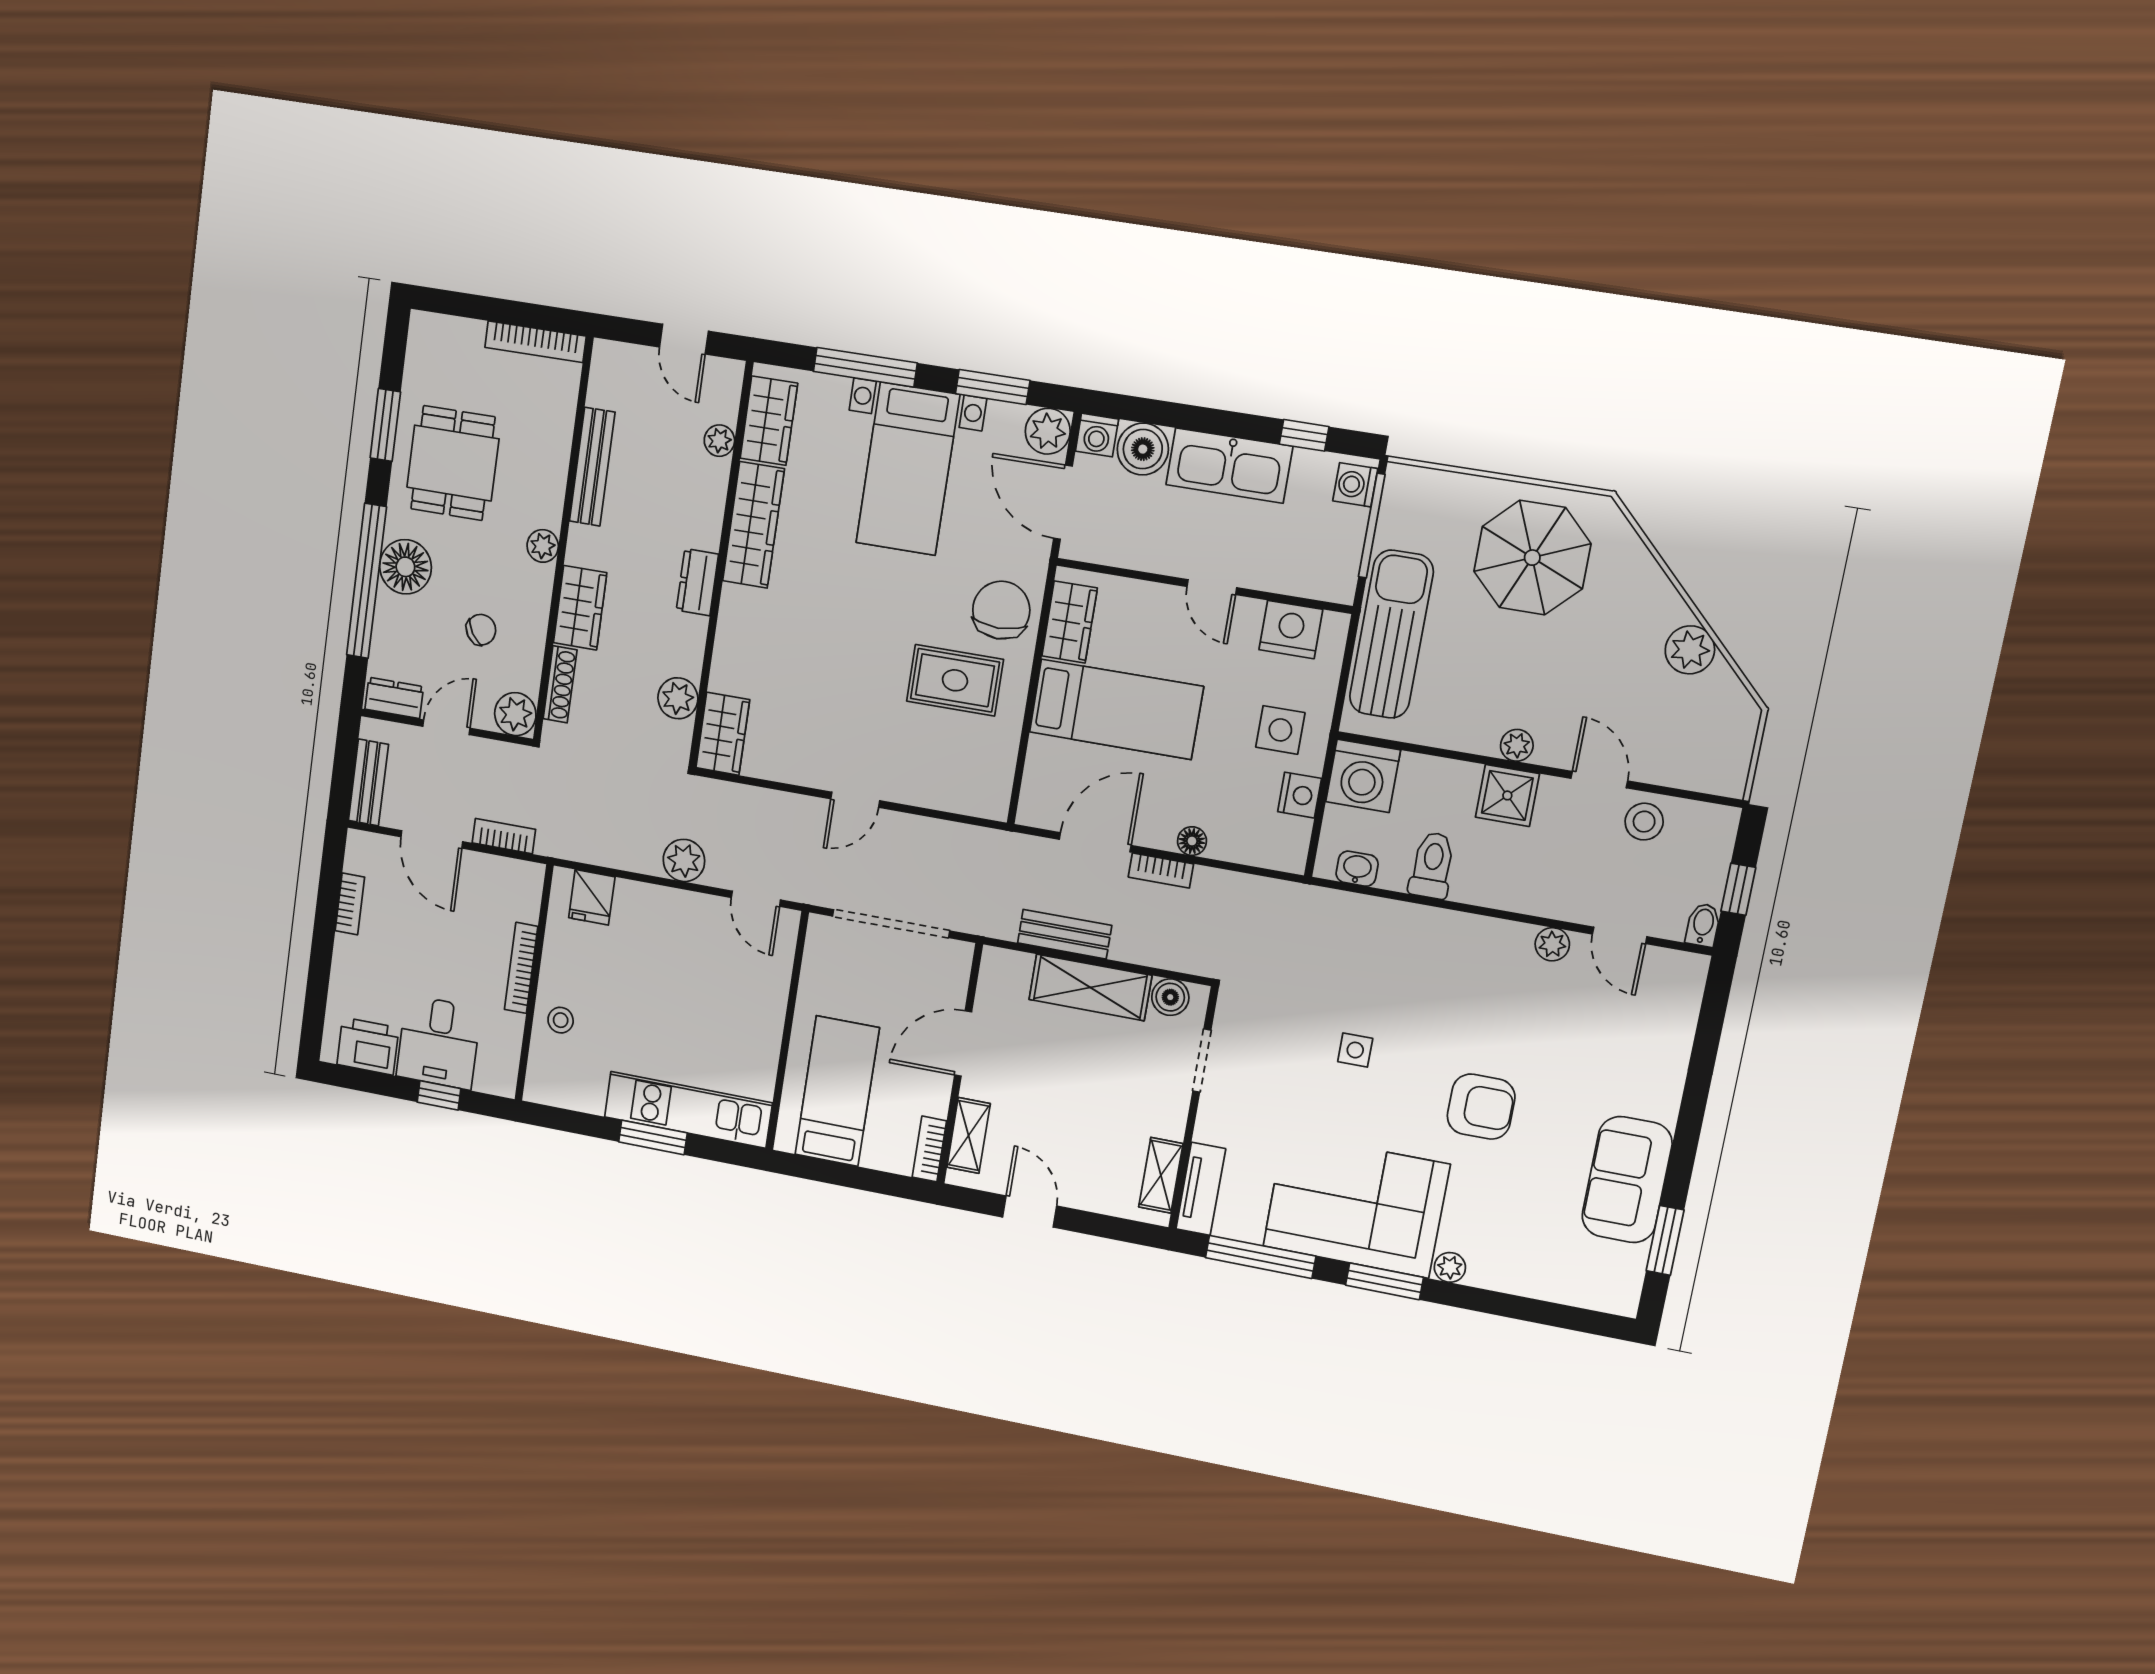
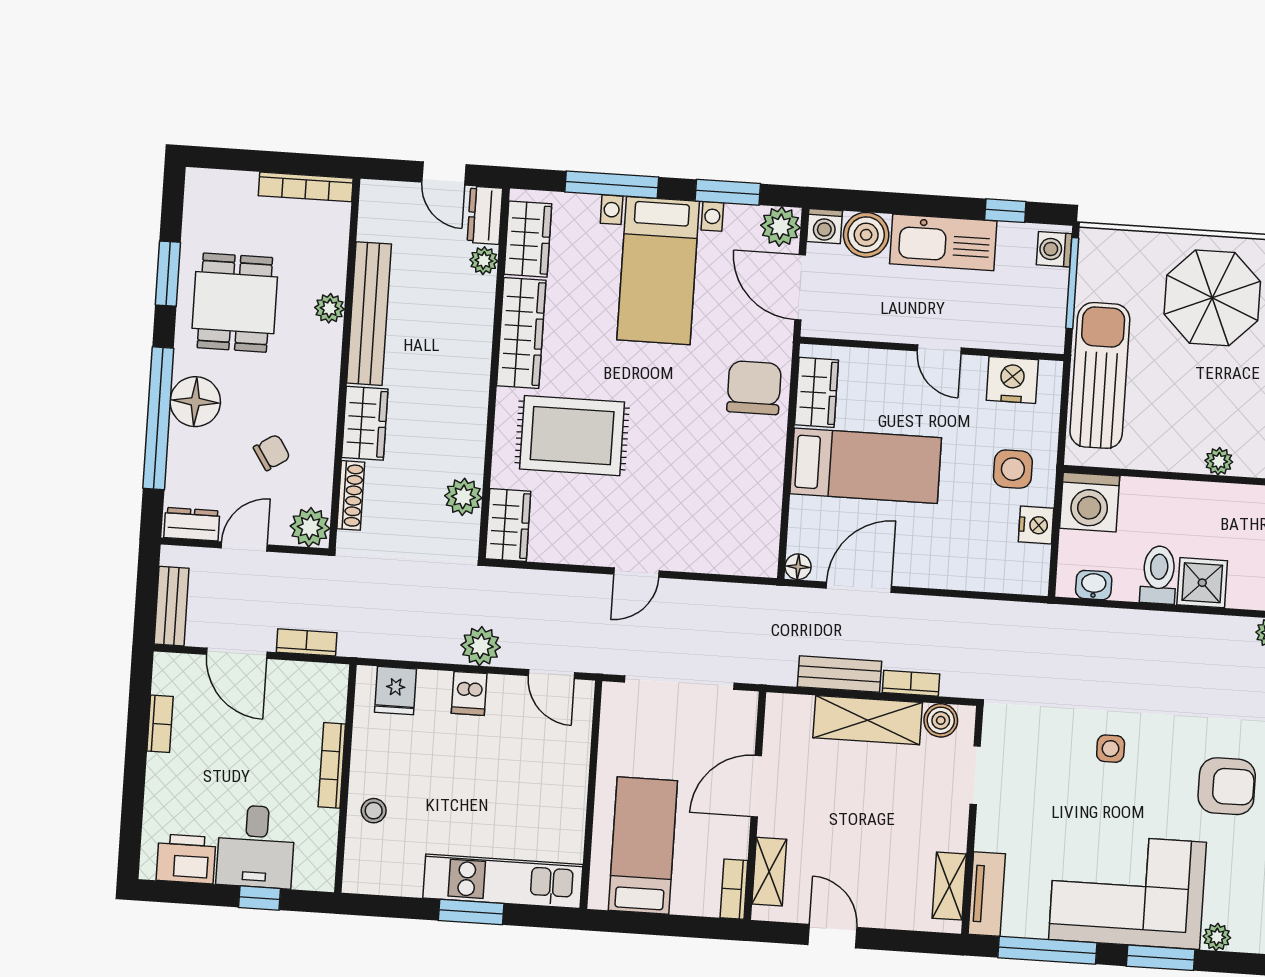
bench: (592, 467) -> (369, 314), width x1.37, depth x1.21
plant: (543, 546) -> (330, 308), moved
dresser: (697, 582) -> (485, 215), moved
rug: (955, 680) -> (572, 436), moved, width x1.36, depth x1.43
shower: (1507, 795) -> (1202, 583), moved
floor lamp: (1192, 841) -> (798, 567), moved
bookcase: (1161, 870) -> (911, 683), moved, turned 180
dishwasher: (668, 909) -> (469, 693), added

